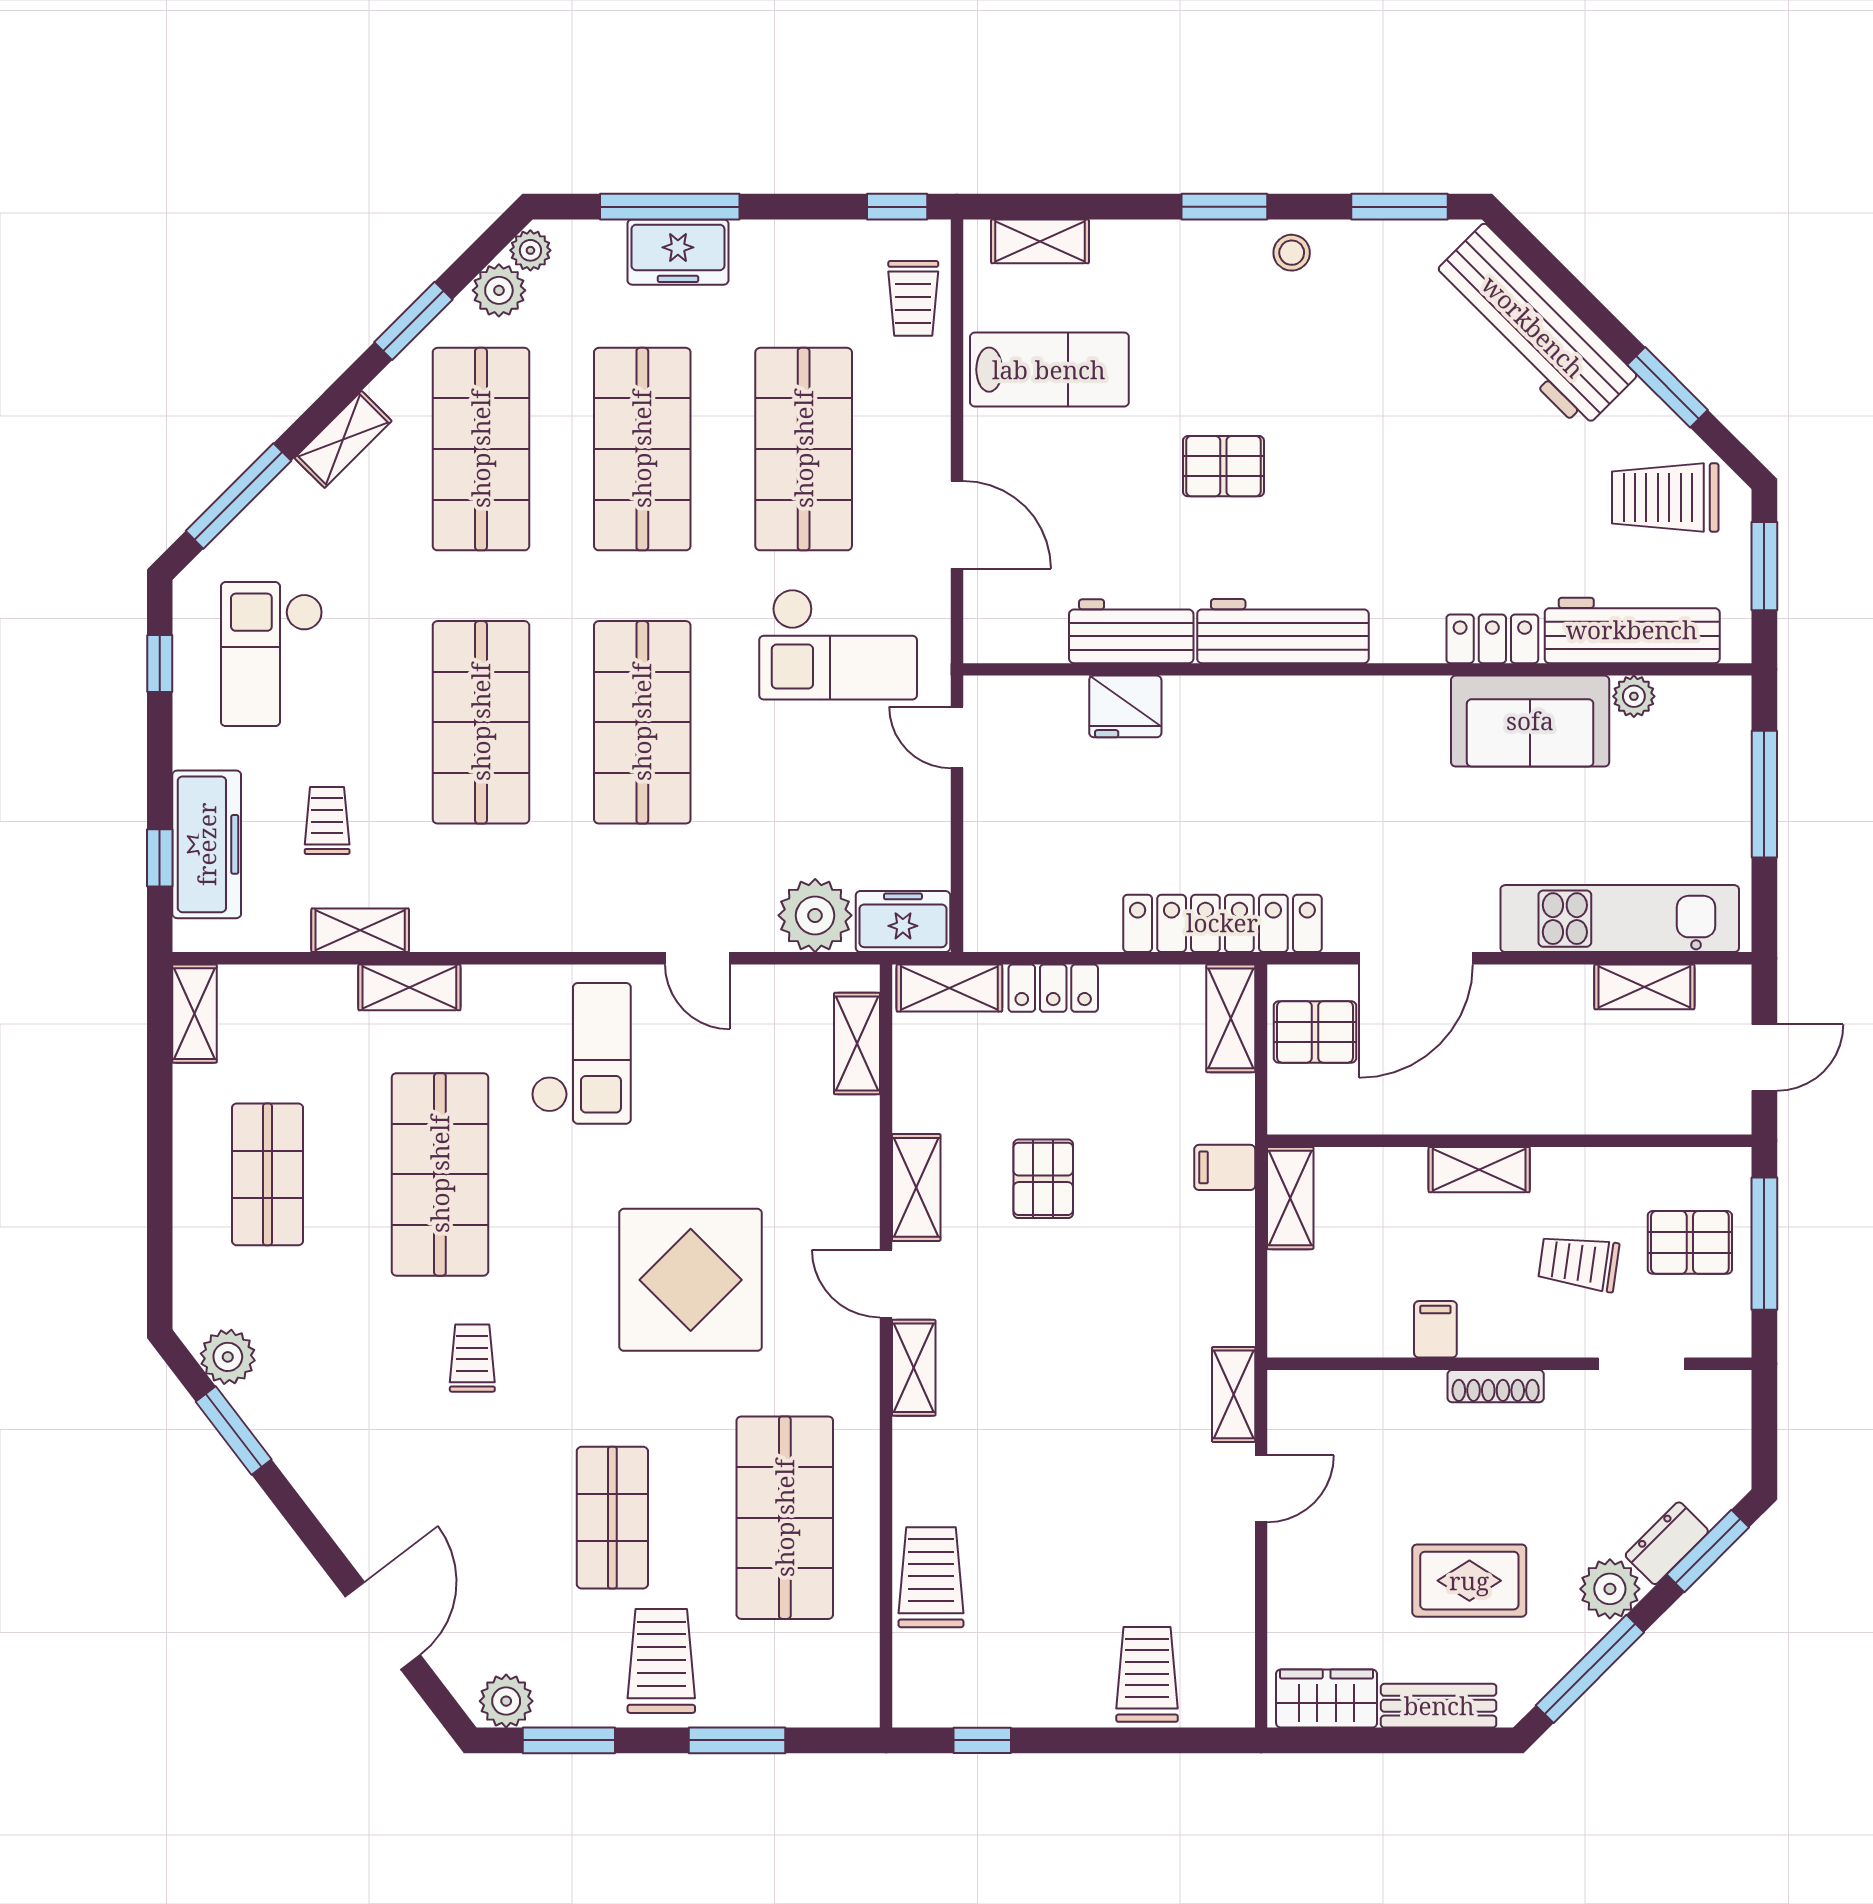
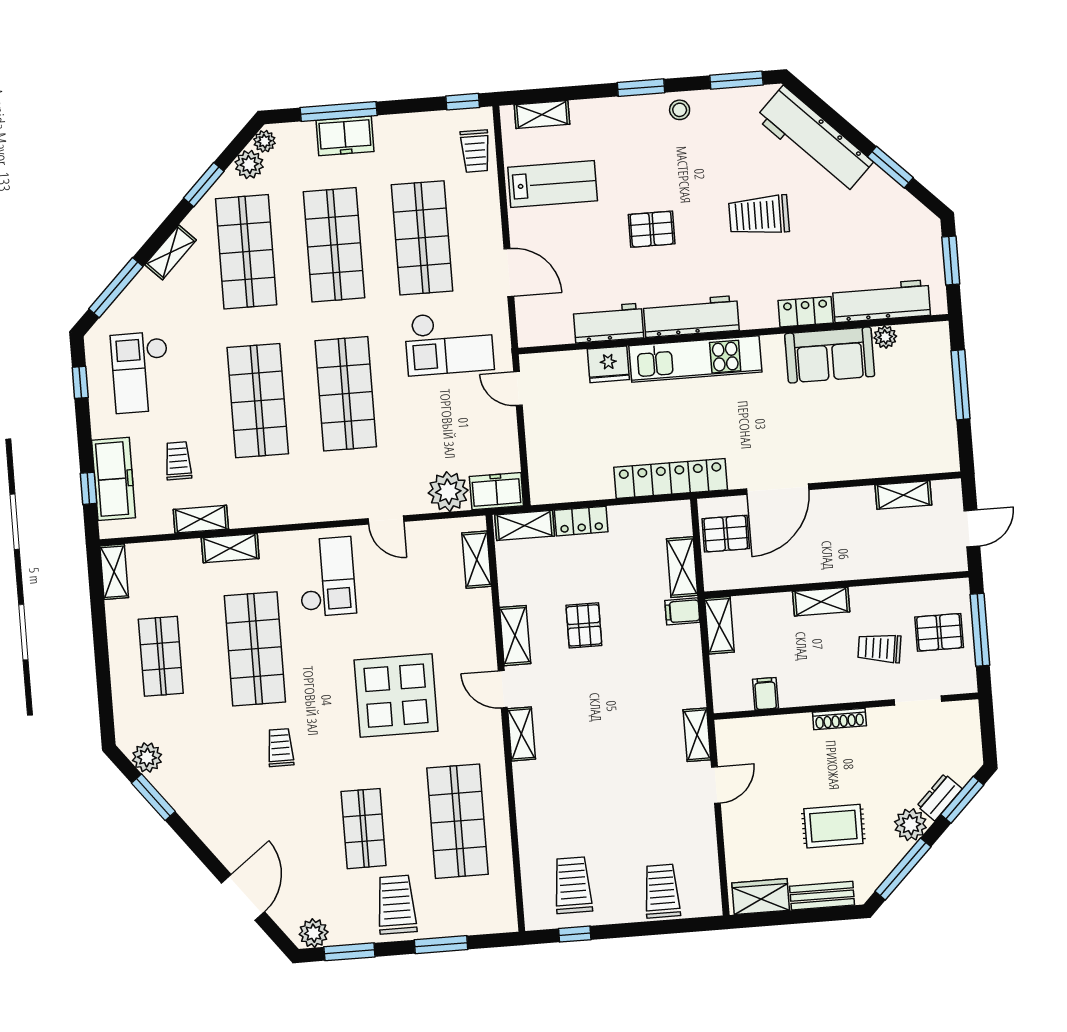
trolley: (1665, 498) -> (759, 215), moved
kitchen unit: (1620, 919) -> (695, 359), moved, turned 180
shelving: (1231, 1018) -> (682, 567), moved
filing cabinet: (1435, 1329) -> (765, 694), moved
trolley: (931, 1577) -> (573, 885), moved

